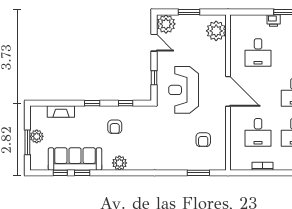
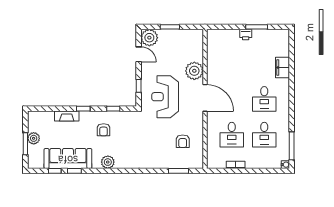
plant: (216, 31) -> (194, 71), moved
desk: (258, 52) -> (232, 63), removed
fireplace: (61, 111) -> (67, 116), moved

